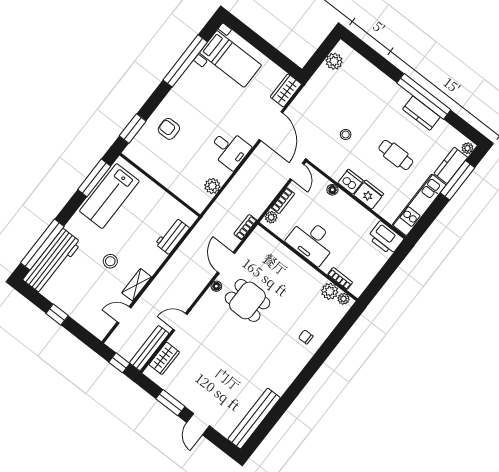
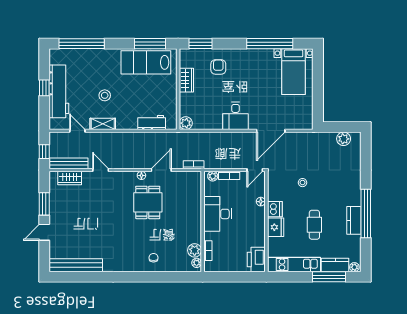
wardrobe: (286, 90) -> (186, 80), moved, turned 90
plant: (212, 186) -> (186, 123), moved
workbench: (52, 261) -> (59, 91), moved, turned -90

